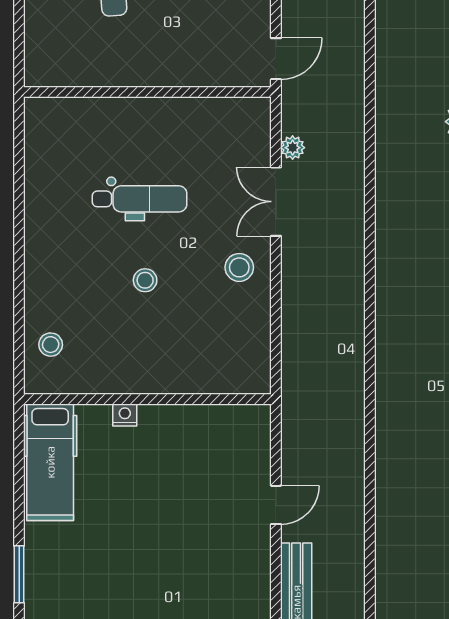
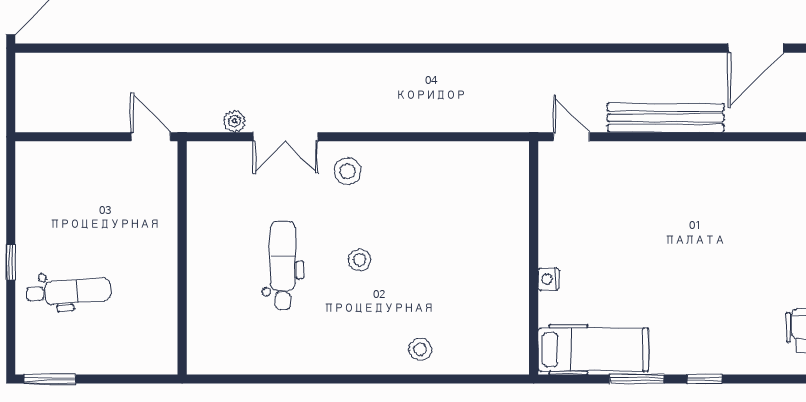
wall: (147, 399) -> (534, 258), moved
nightstand: (125, 415) -> (549, 279), moved
hospital bed: (50, 462) -> (593, 350), moved

